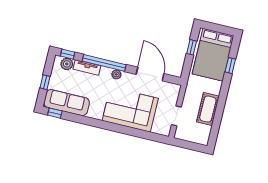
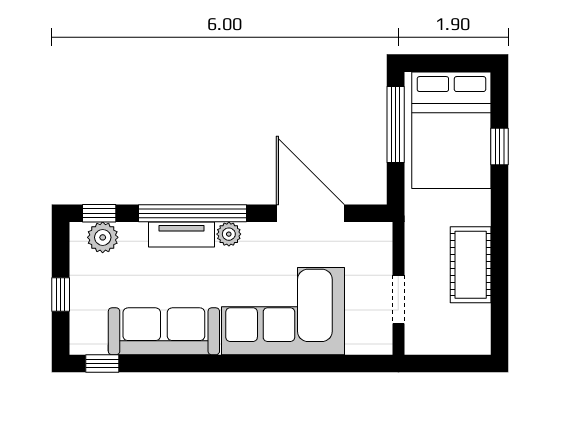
window: (192, 47) -> (396, 125), width x2.17
tv unit: (87, 68) -> (182, 235), moved
sofa: (67, 103) -> (164, 331), moved

